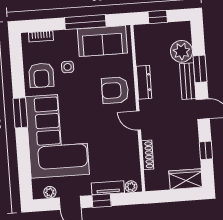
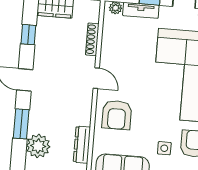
bench: (188, 81) -> (36, 113), removed
dresser: (144, 82) -> (82, 145), moved
armchair: (115, 90) -> (117, 115), turned 90

